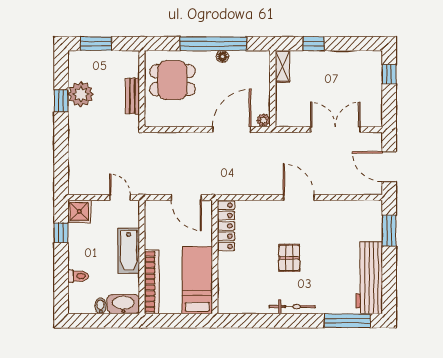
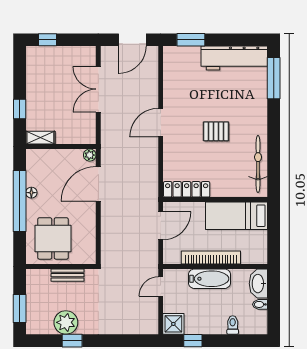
door: (232, 129) -> (98, 184), hinge flipped
bookcase: (152, 282) -> (211, 258), moved
bicycle: (292, 307) -> (258, 164), moved, width x1.37, depth x1.40

